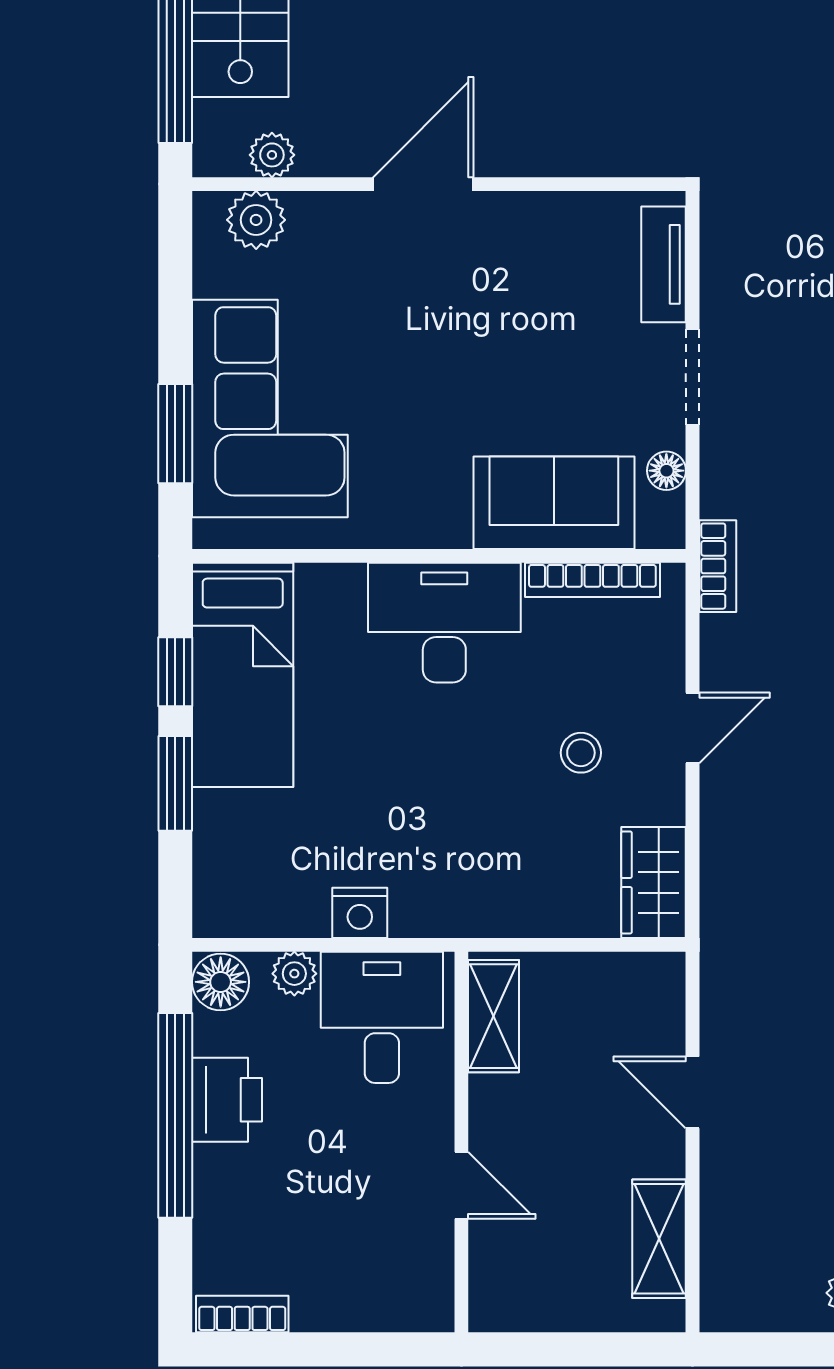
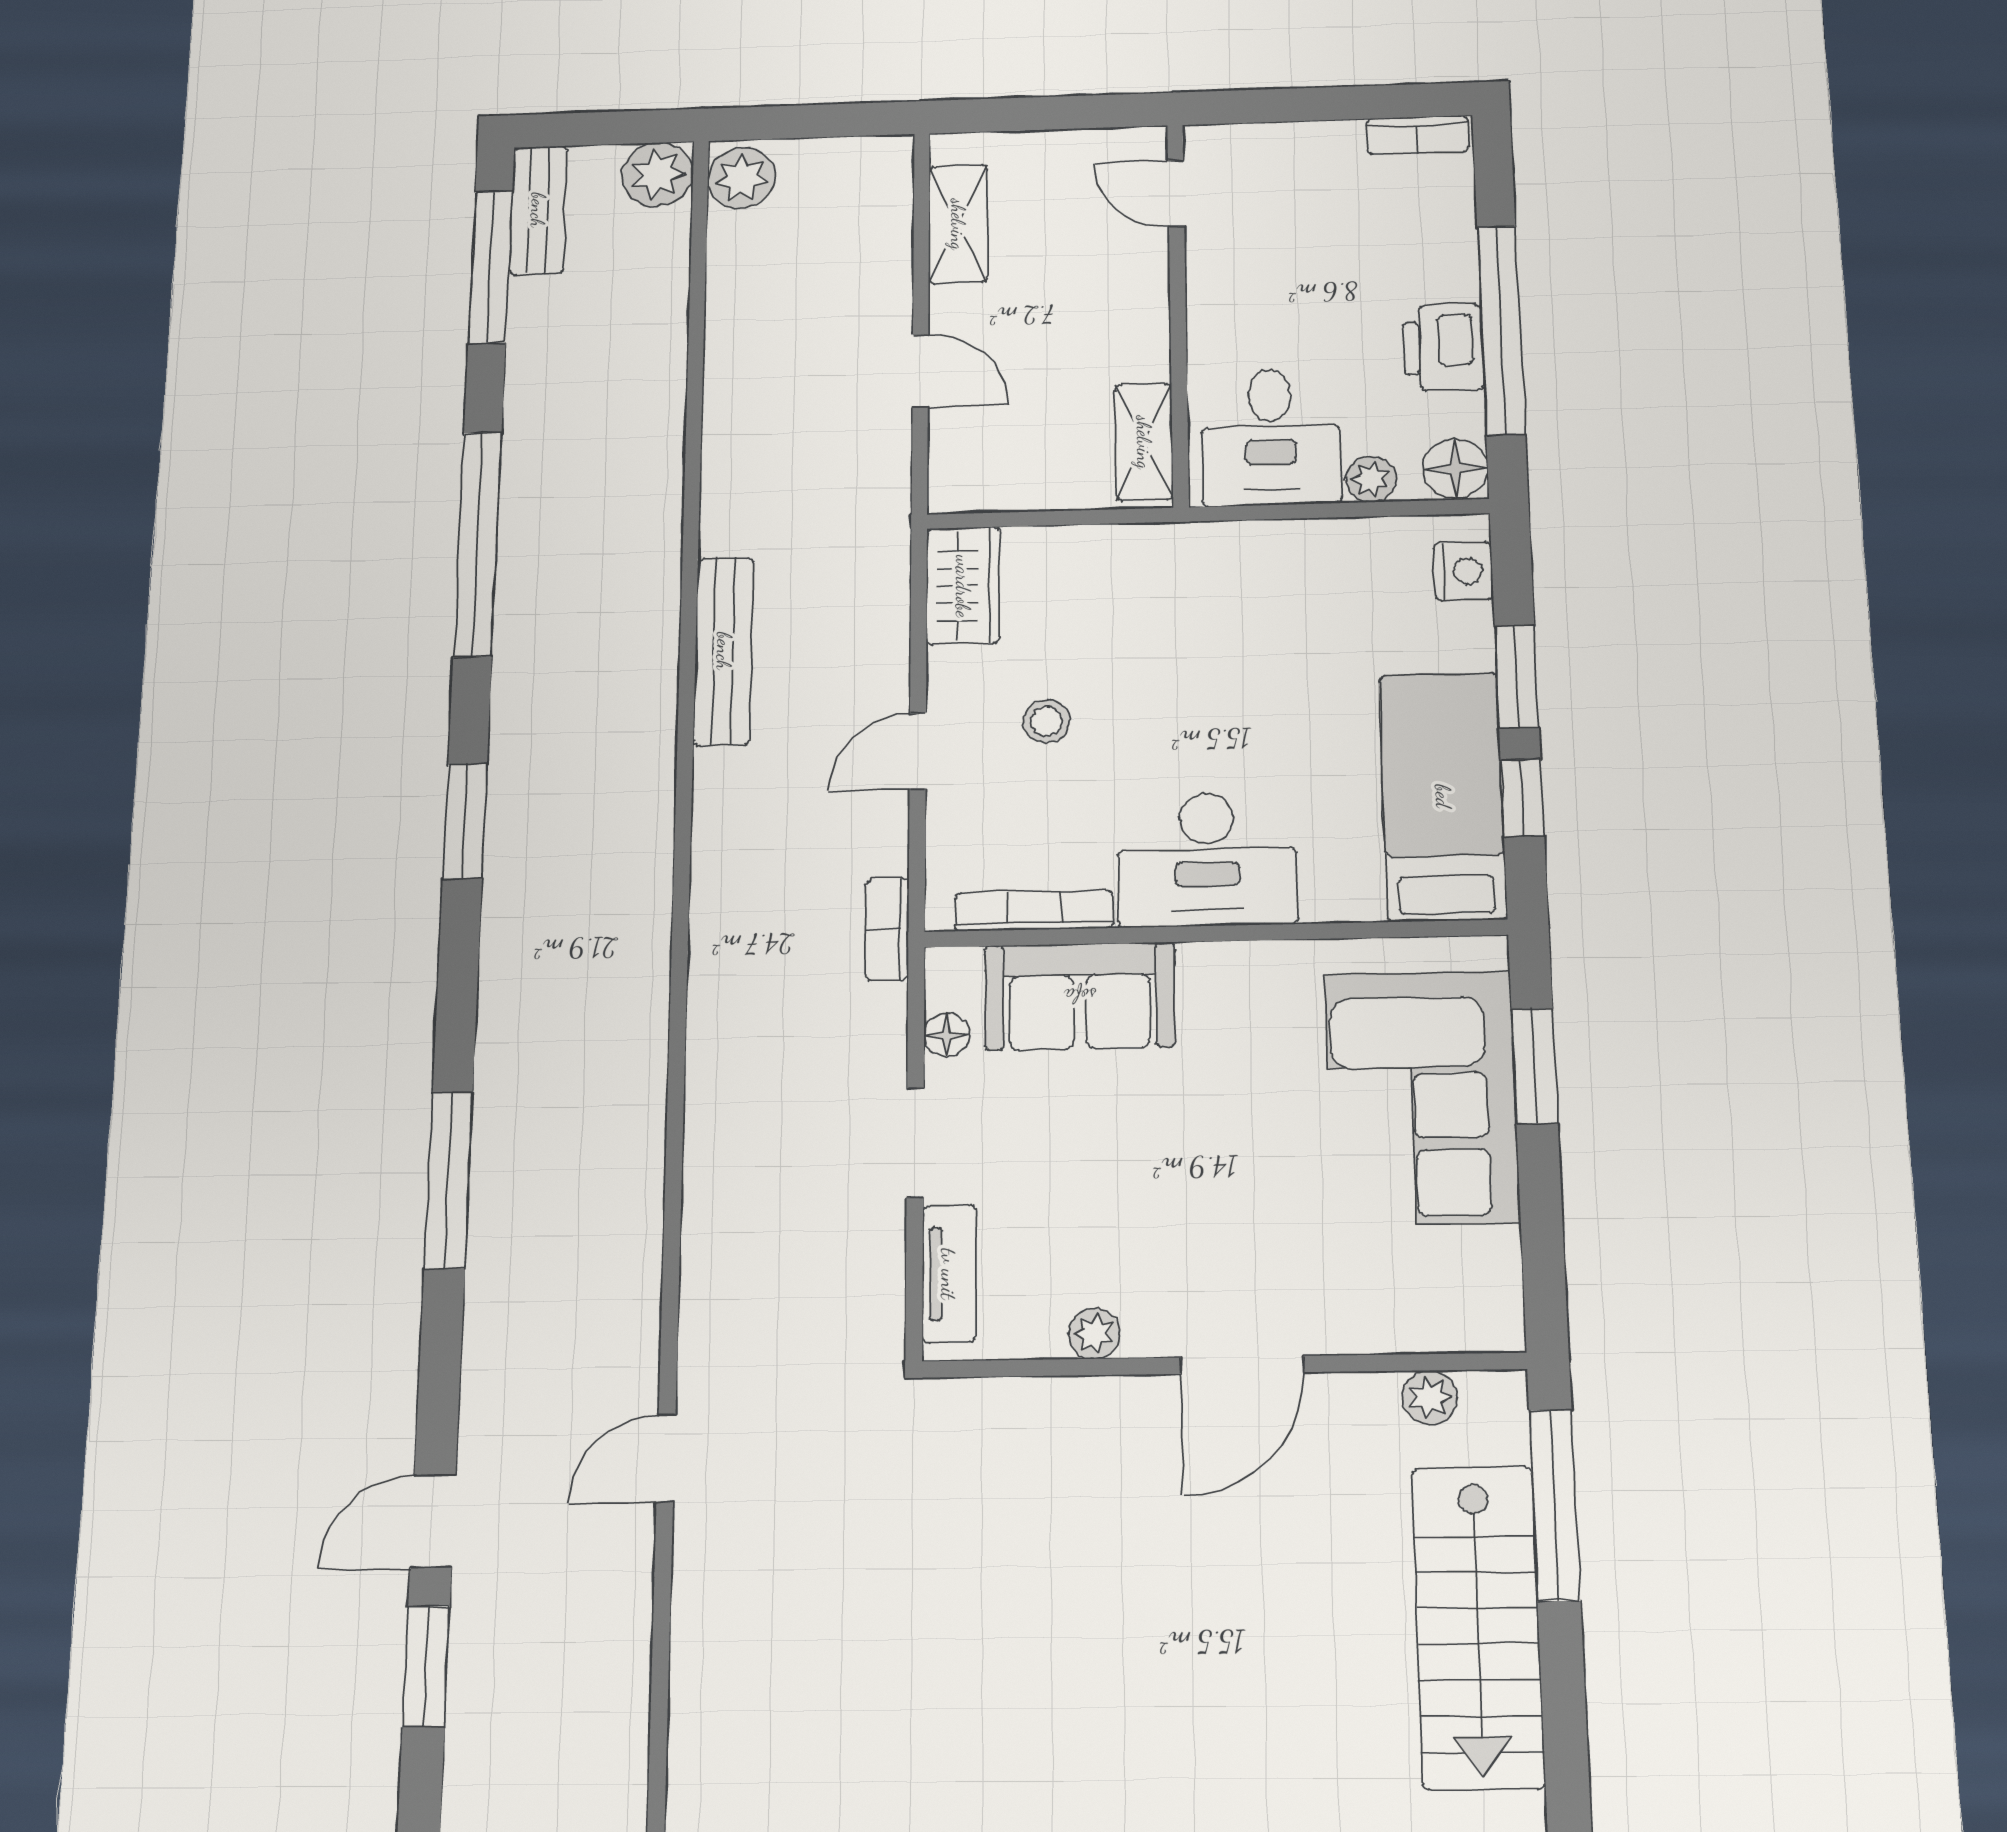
plant: (256, 220) -> (1094, 1334), moved, width x0.73, depth x0.73
nightstand: (360, 913) -> (1463, 571), moved, turned 90
door: (461, 1185) -> (1176, 193), moved

